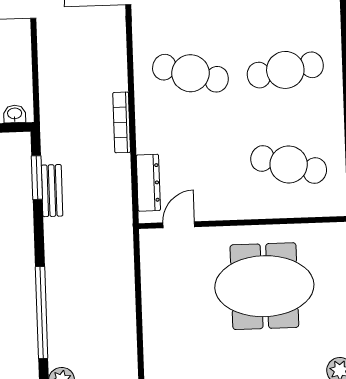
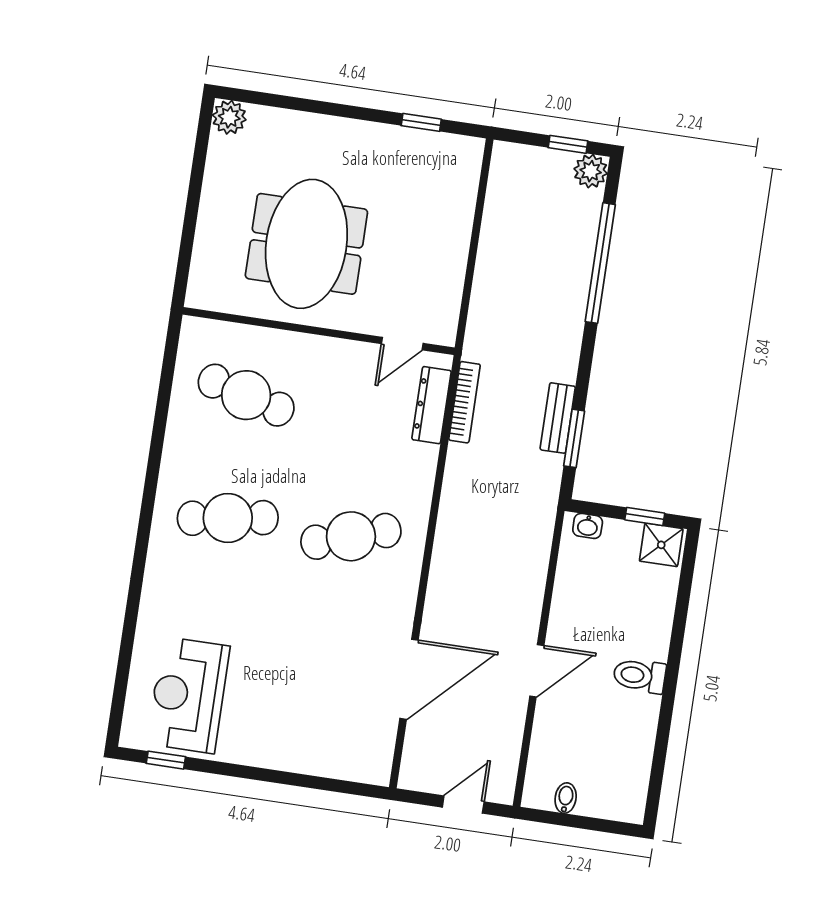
cafe table: (190, 73) -> (351, 536), turned -33
bookcase: (122, 122) -> (465, 402), moved
meeting table: (264, 286) -> (306, 244), turned 90

